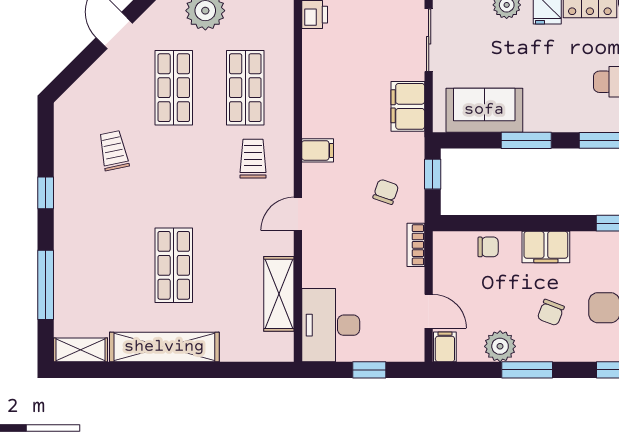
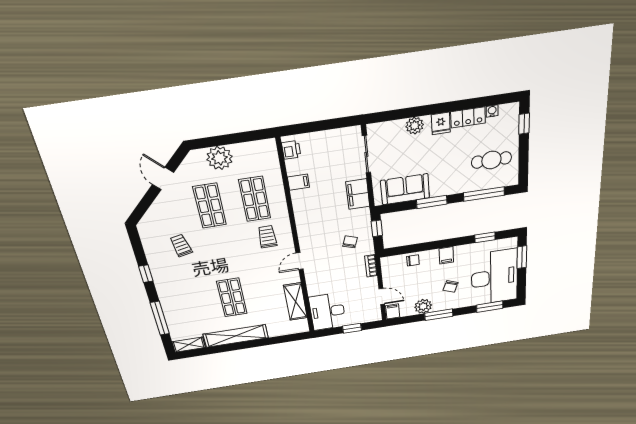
filing cabinet: (318, 150) -> (298, 182), moved
filing cabinet: (546, 247) -> (446, 255), width x0.50

